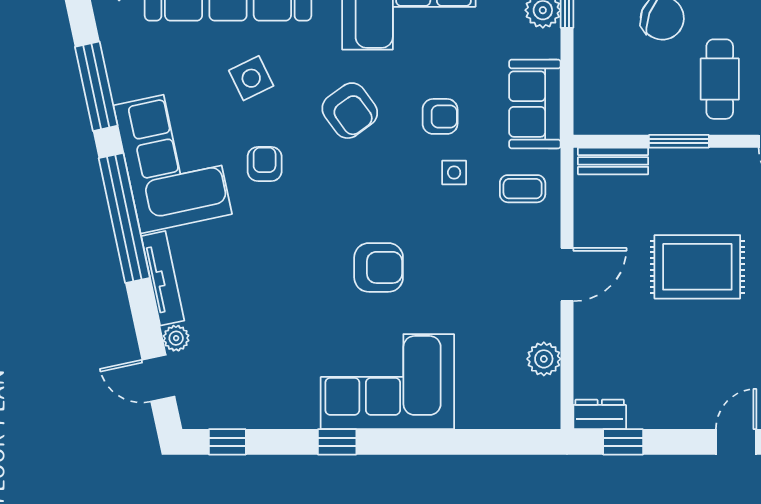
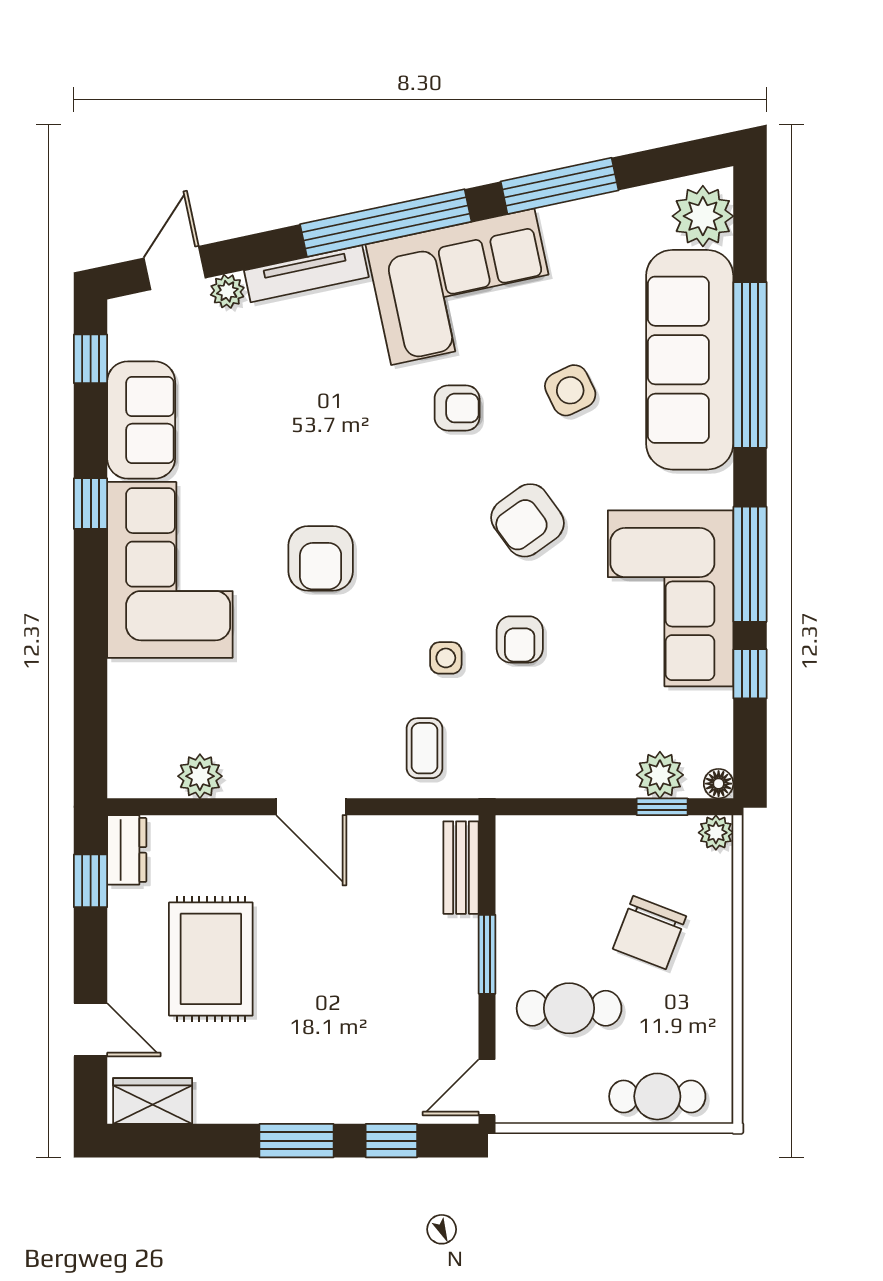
sofa: (535, 104) -> (141, 420), moved, turned 90
rug: (697, 267) -> (211, 959), moved

